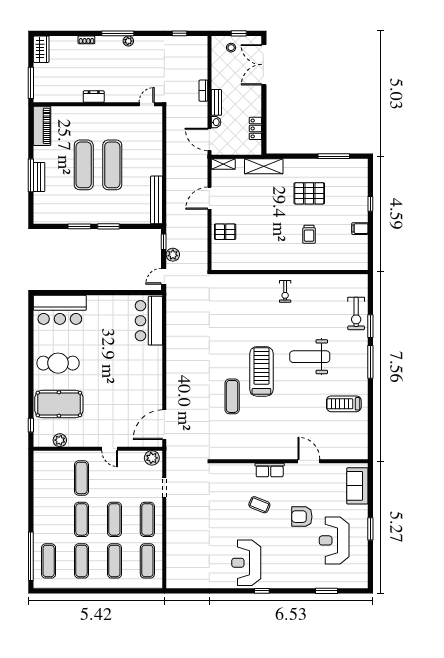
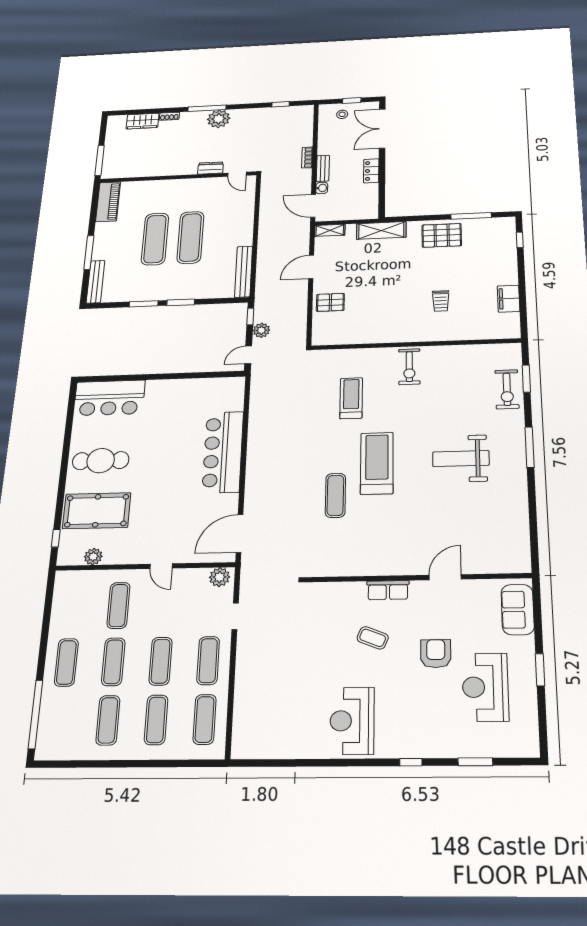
plant: (128, 41) -> (219, 119), width x1.88, depth x1.88
wardrobe: (41, 49) -> (142, 121), moved, turned 90
dresser: (94, 97) -> (211, 168), moved
door: (147, 104) -> (237, 174), swing flipped
locker: (255, 128) -> (371, 171), moved
bench: (39, 177) -> (96, 282), moved, width x1.36
pallet: (309, 193) -> (442, 235), moved
window: (370, 204) -> (520, 240), moved
filing cabinet: (360, 229) -> (509, 299), width x2.00
exercise bike: (285, 291) -> (409, 367), width x1.38, depth x1.39
bar counter: (149, 321) -> (223, 452), moved, width x1.36
window: (370, 326) -> (526, 379), moved
weight bench: (310, 357) -> (461, 459), moved
treadmill: (344, 404) -> (351, 398), moved, turned 90
door: (309, 461) -> (445, 577), hinge flipped
armchair: (302, 517) -> (436, 654), turned 90
exercise mat: (49, 561) -> (66, 662), moved
window: (262, 591) -> (411, 762), moved

